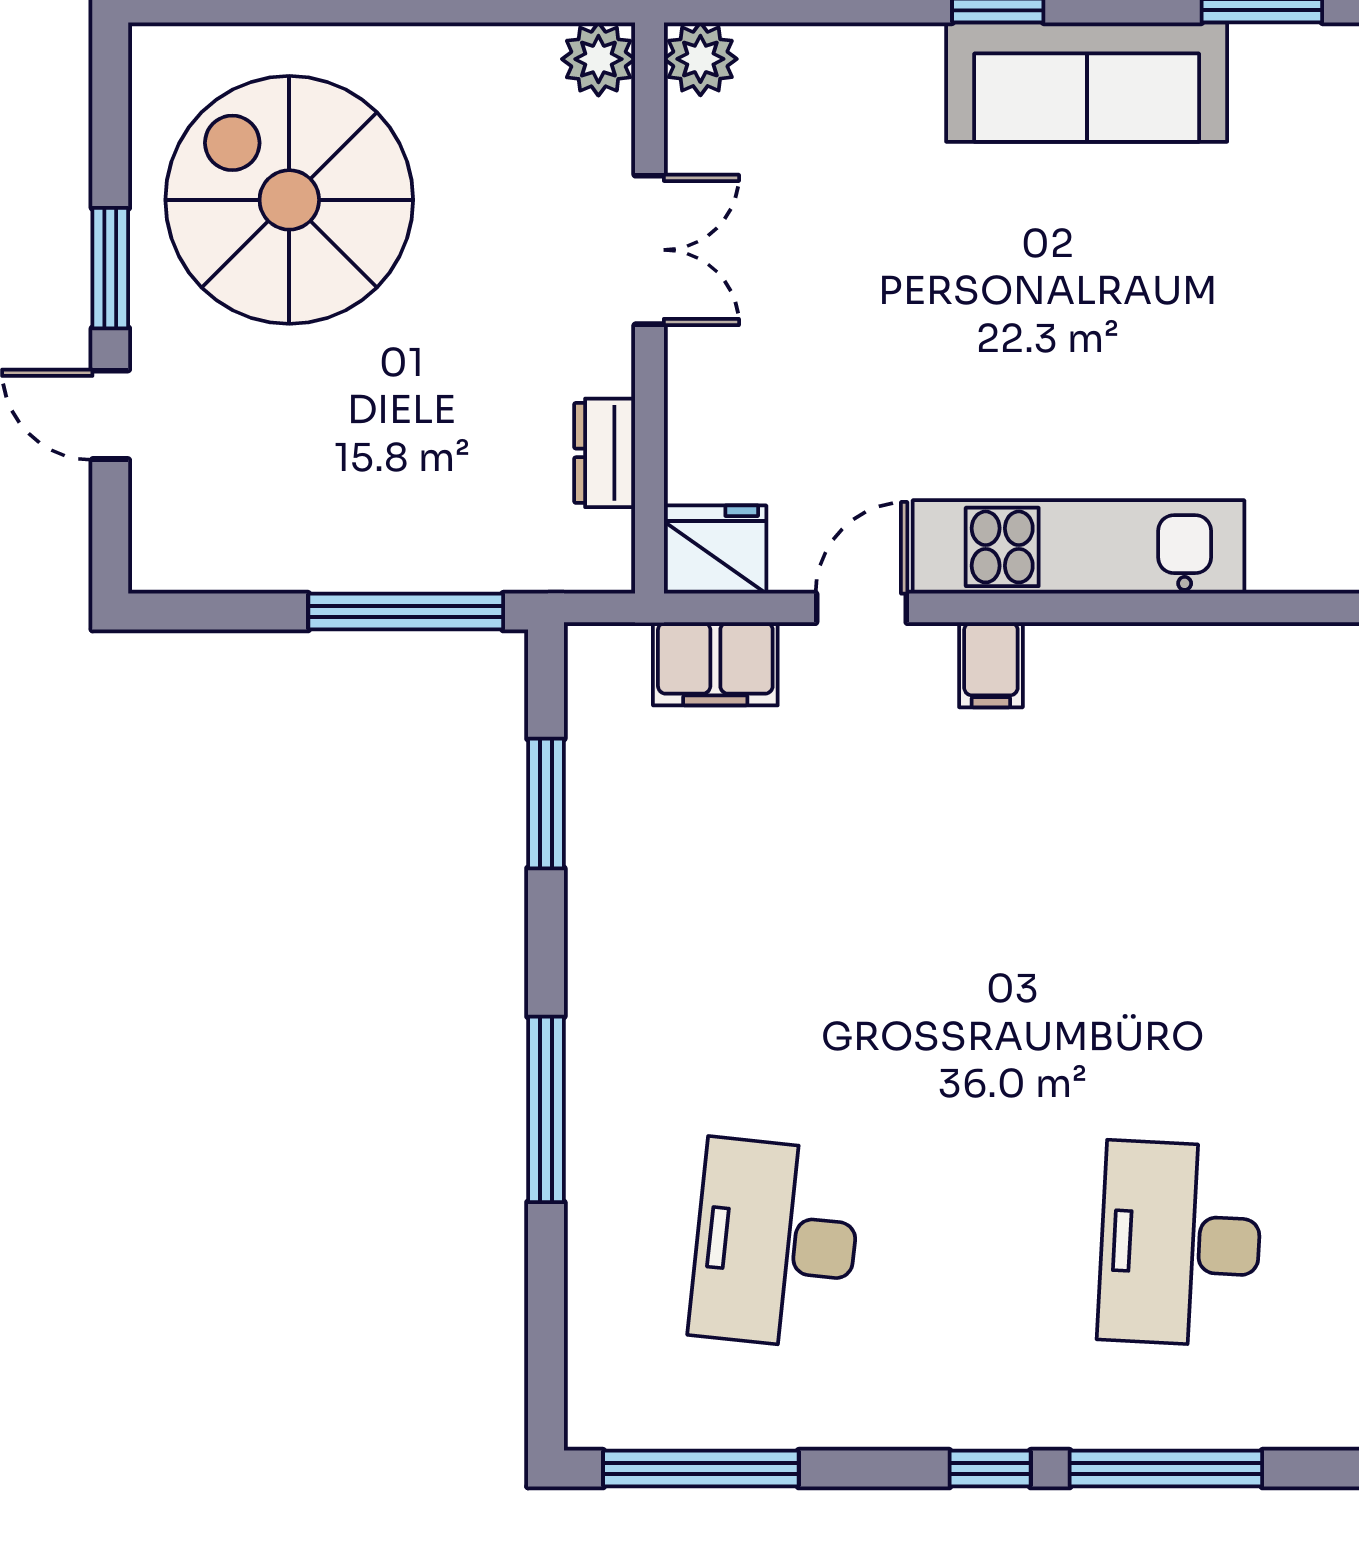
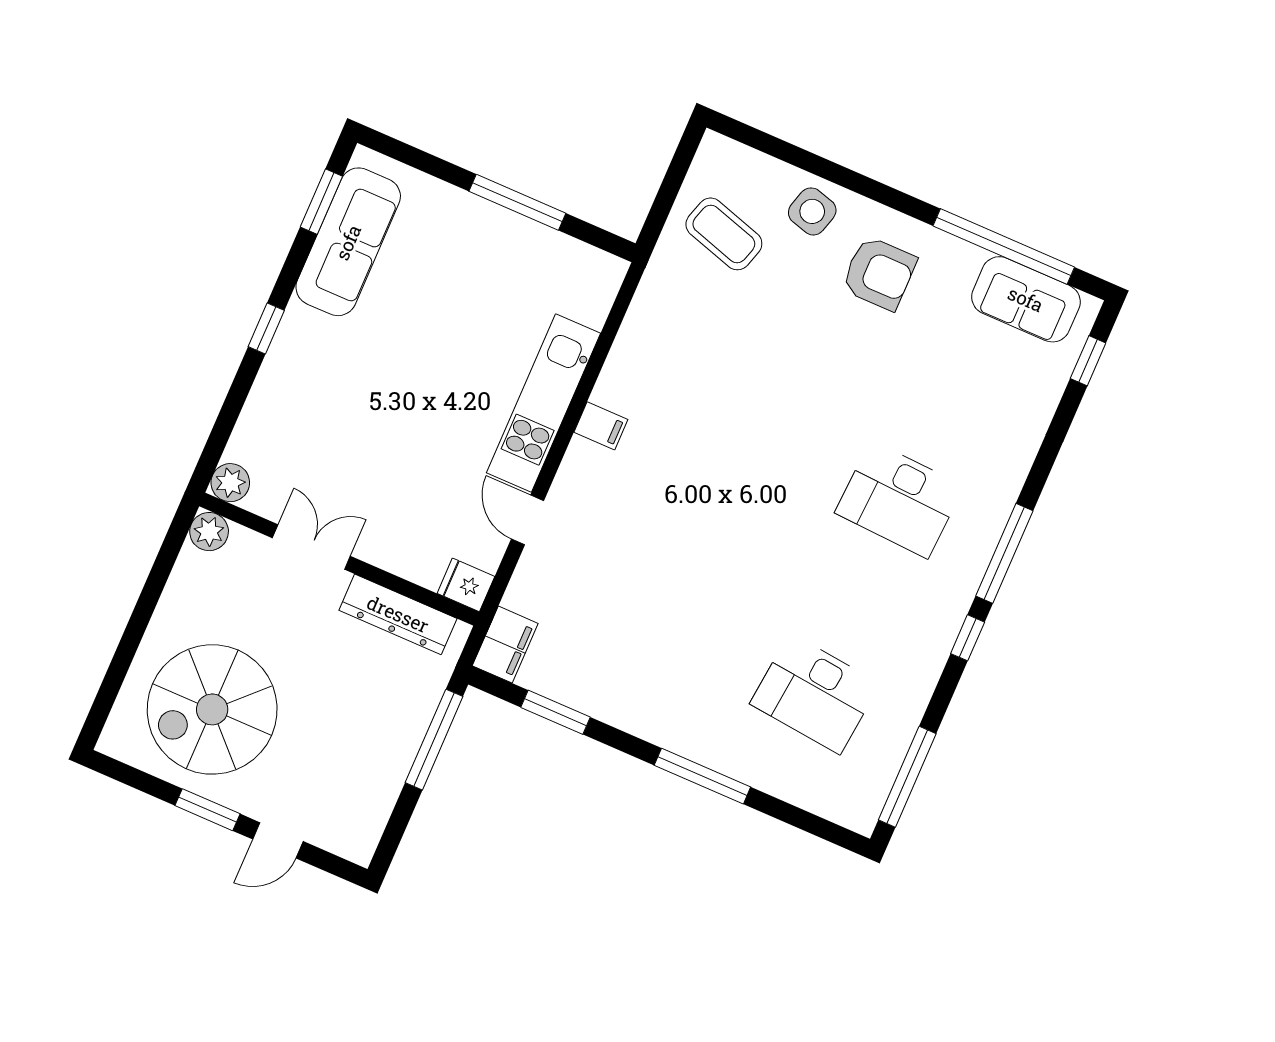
sofa: (1087, 82) -> (348, 242), moved
dresser: (605, 453) -> (398, 614), width x1.96, depth x1.24
fridge: (715, 550) -> (466, 585), width x0.72
filing cabinet: (715, 664) -> (505, 645), moved
filing cabinet: (991, 665) -> (601, 426), moved

